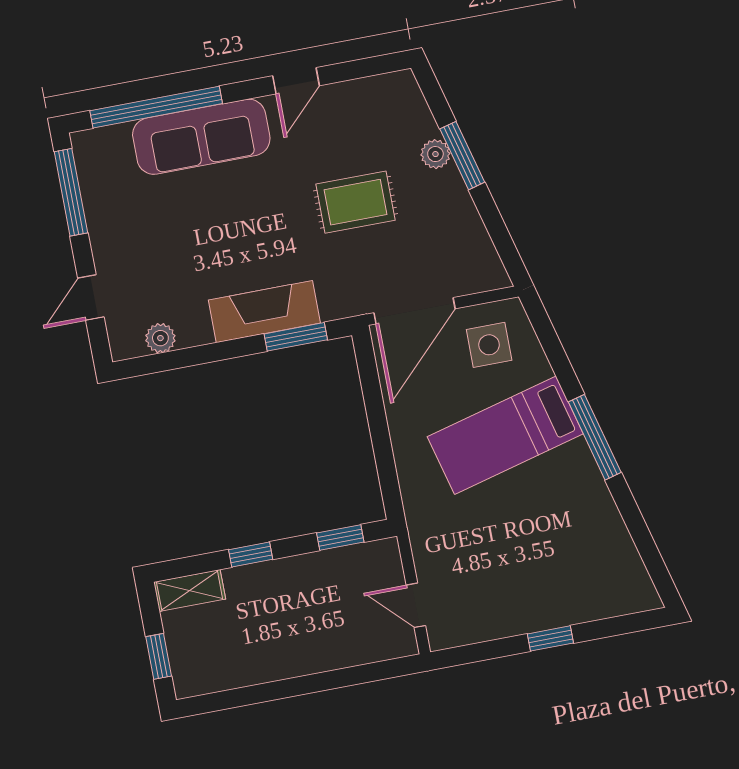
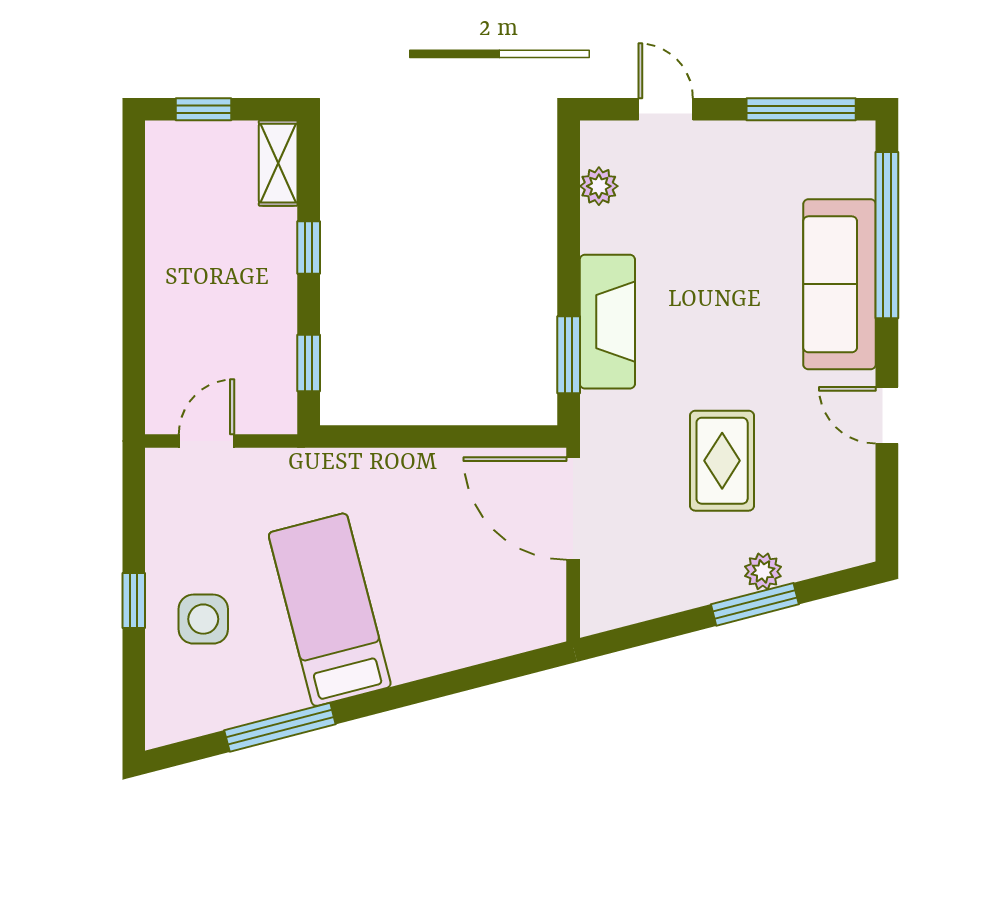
side table: (489, 345) -> (203, 619), moved
bed: (505, 435) -> (330, 610), moved
window: (595, 437) -> (280, 727), moved

